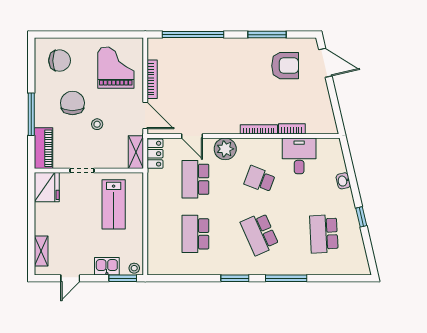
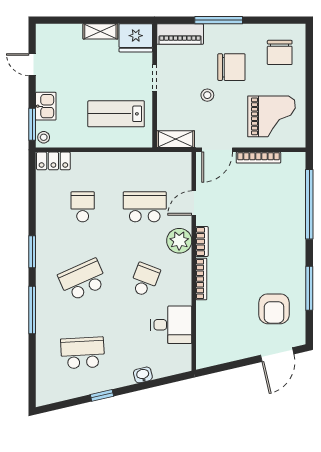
bookcase: (292, 129) -> (202, 241), moved
locker: (155, 154) -> (53, 161), moved
school desk: (195, 234) -> (83, 207), width x0.54
shelving: (41, 251) -> (100, 31), moved

